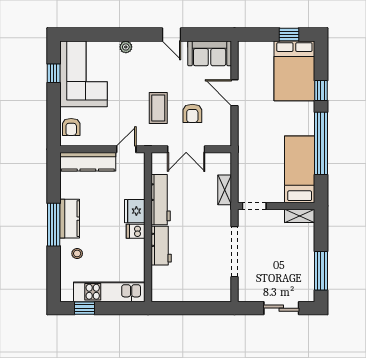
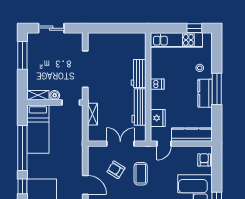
armchair: (192, 113) -> (116, 170), turned -58
fridge: (135, 211) -> (158, 118), moved
boiler: (277, 216) -> (55, 95), added

